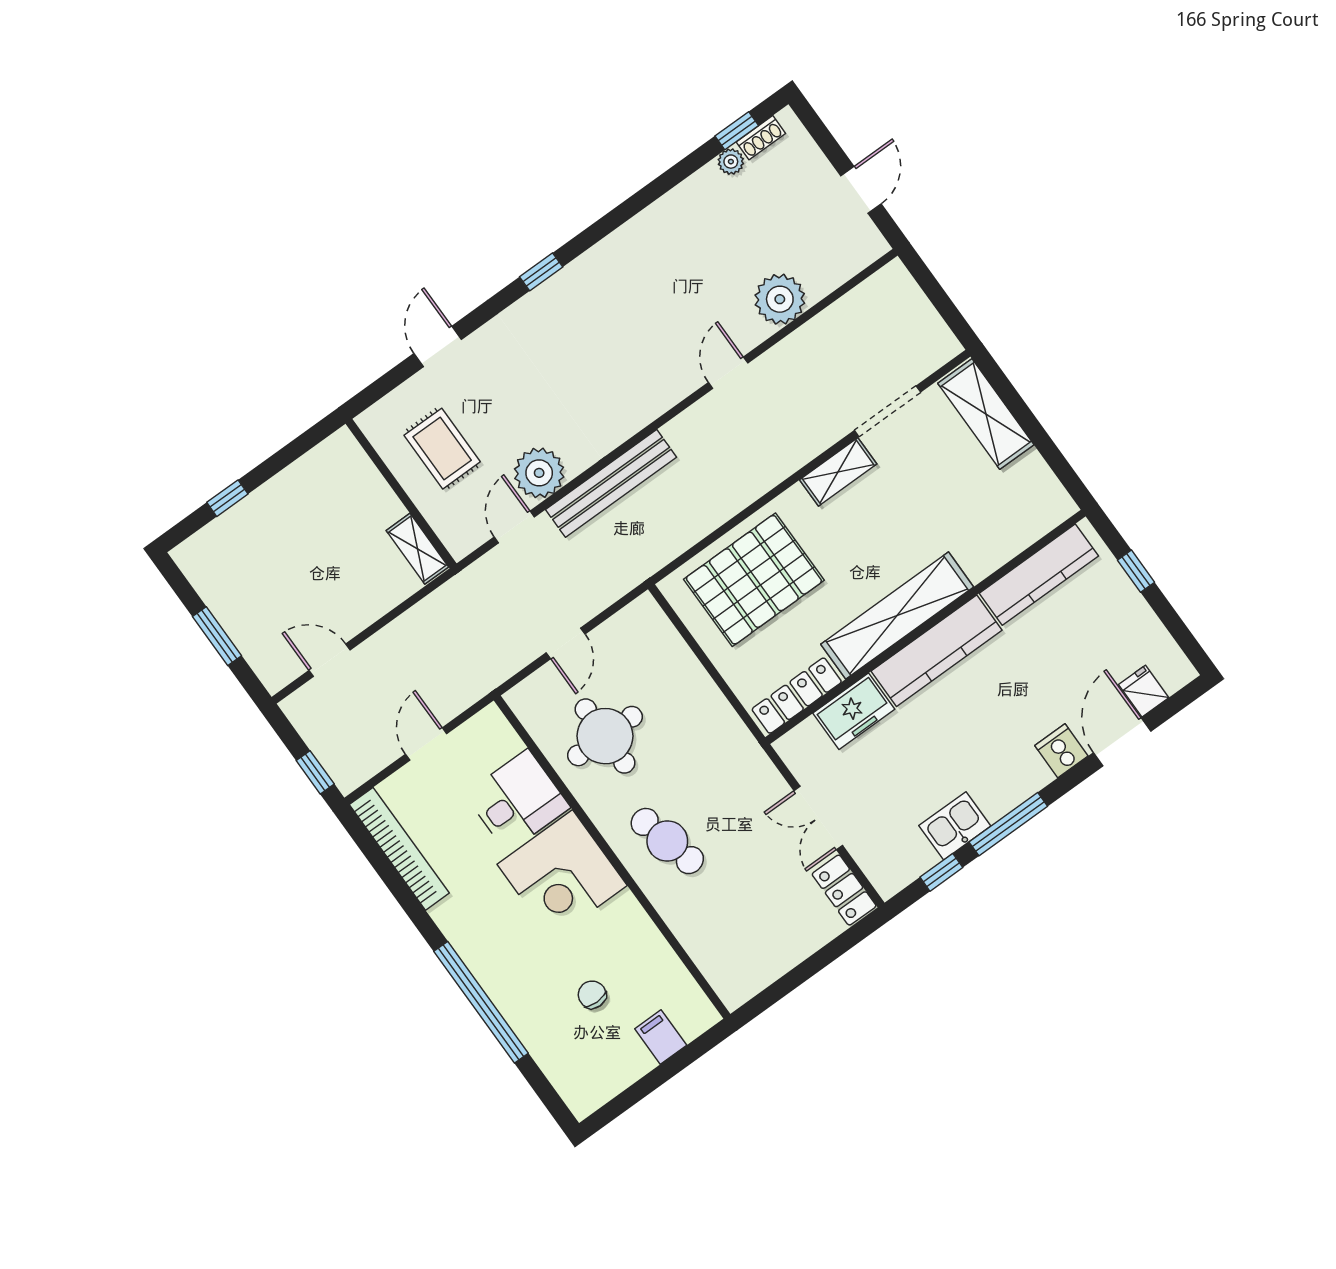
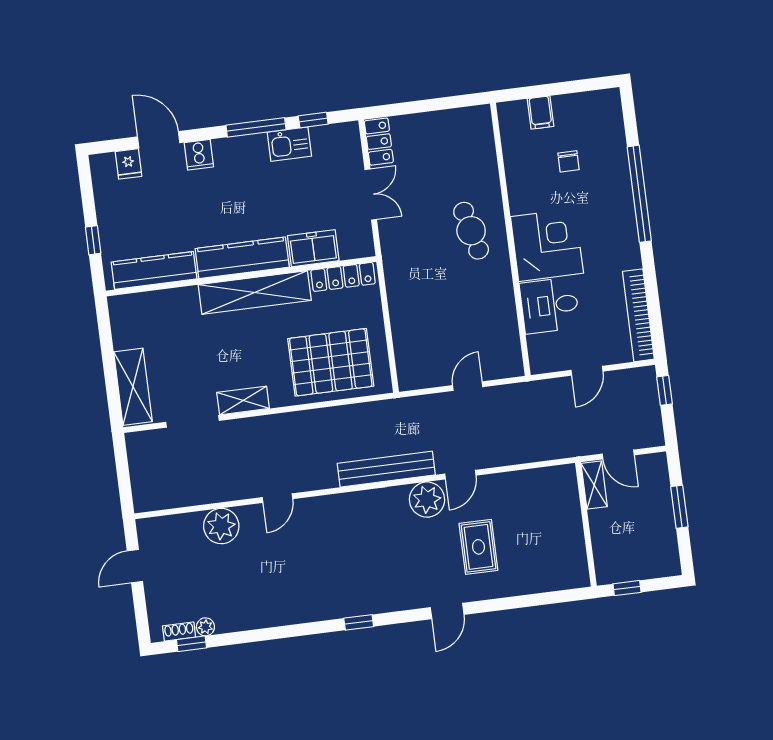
wall: (401, 494) -> (586, 524), moved
shelving: (417, 549) -> (594, 485), moved
round table: (605, 736) -> (474, 316), removed
door: (1122, 742) -> (159, 140), swing flipped

